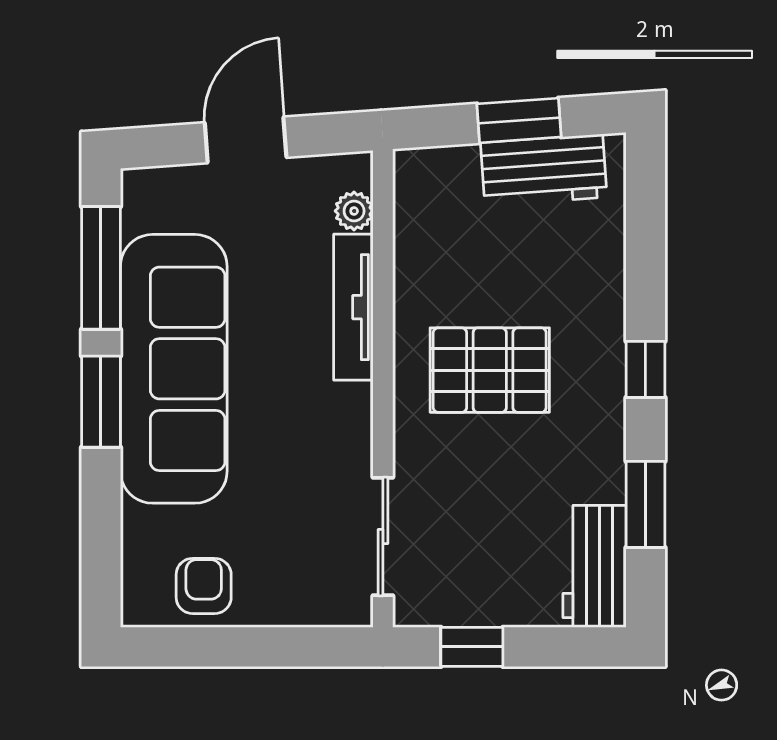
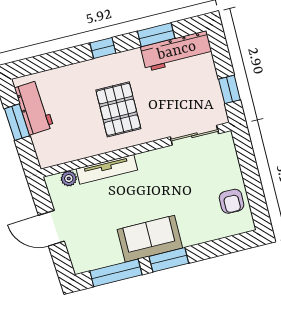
sofa: (174, 369) -> (150, 239), width x0.54, depth x0.79
workbench: (594, 566) -> (177, 51), width x1.38
armchair: (204, 586) -> (232, 201), turned -90

